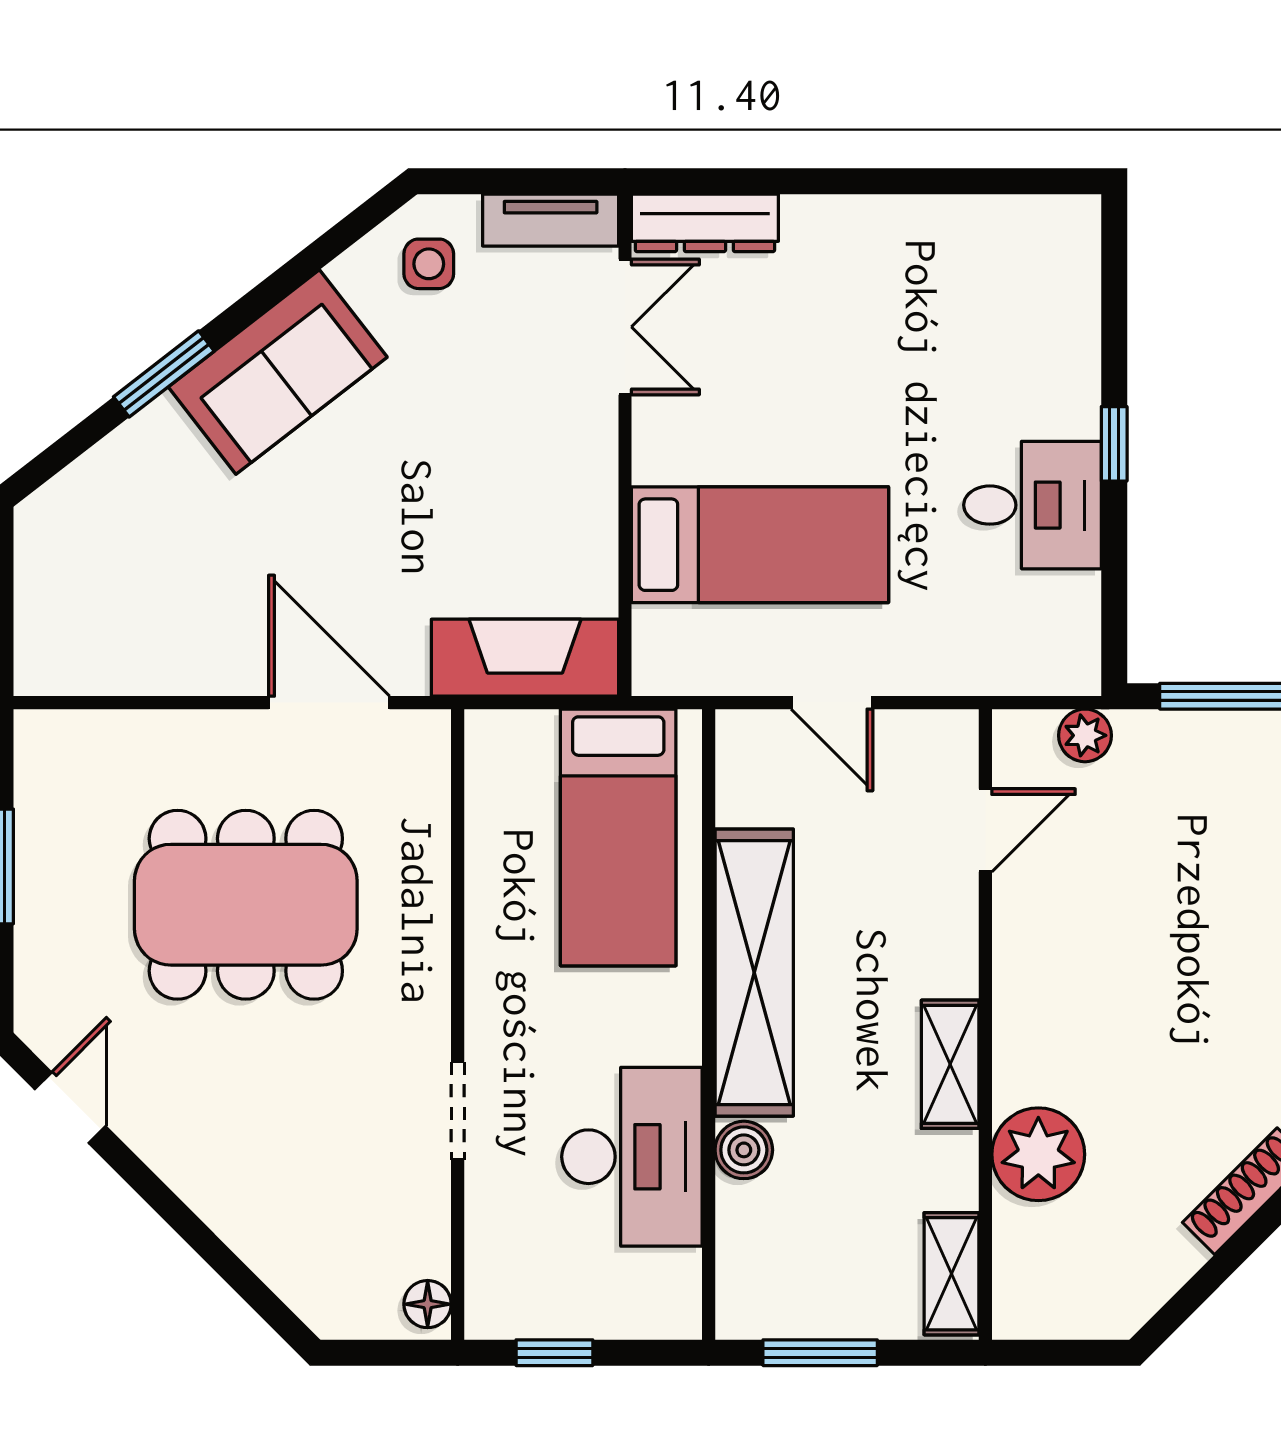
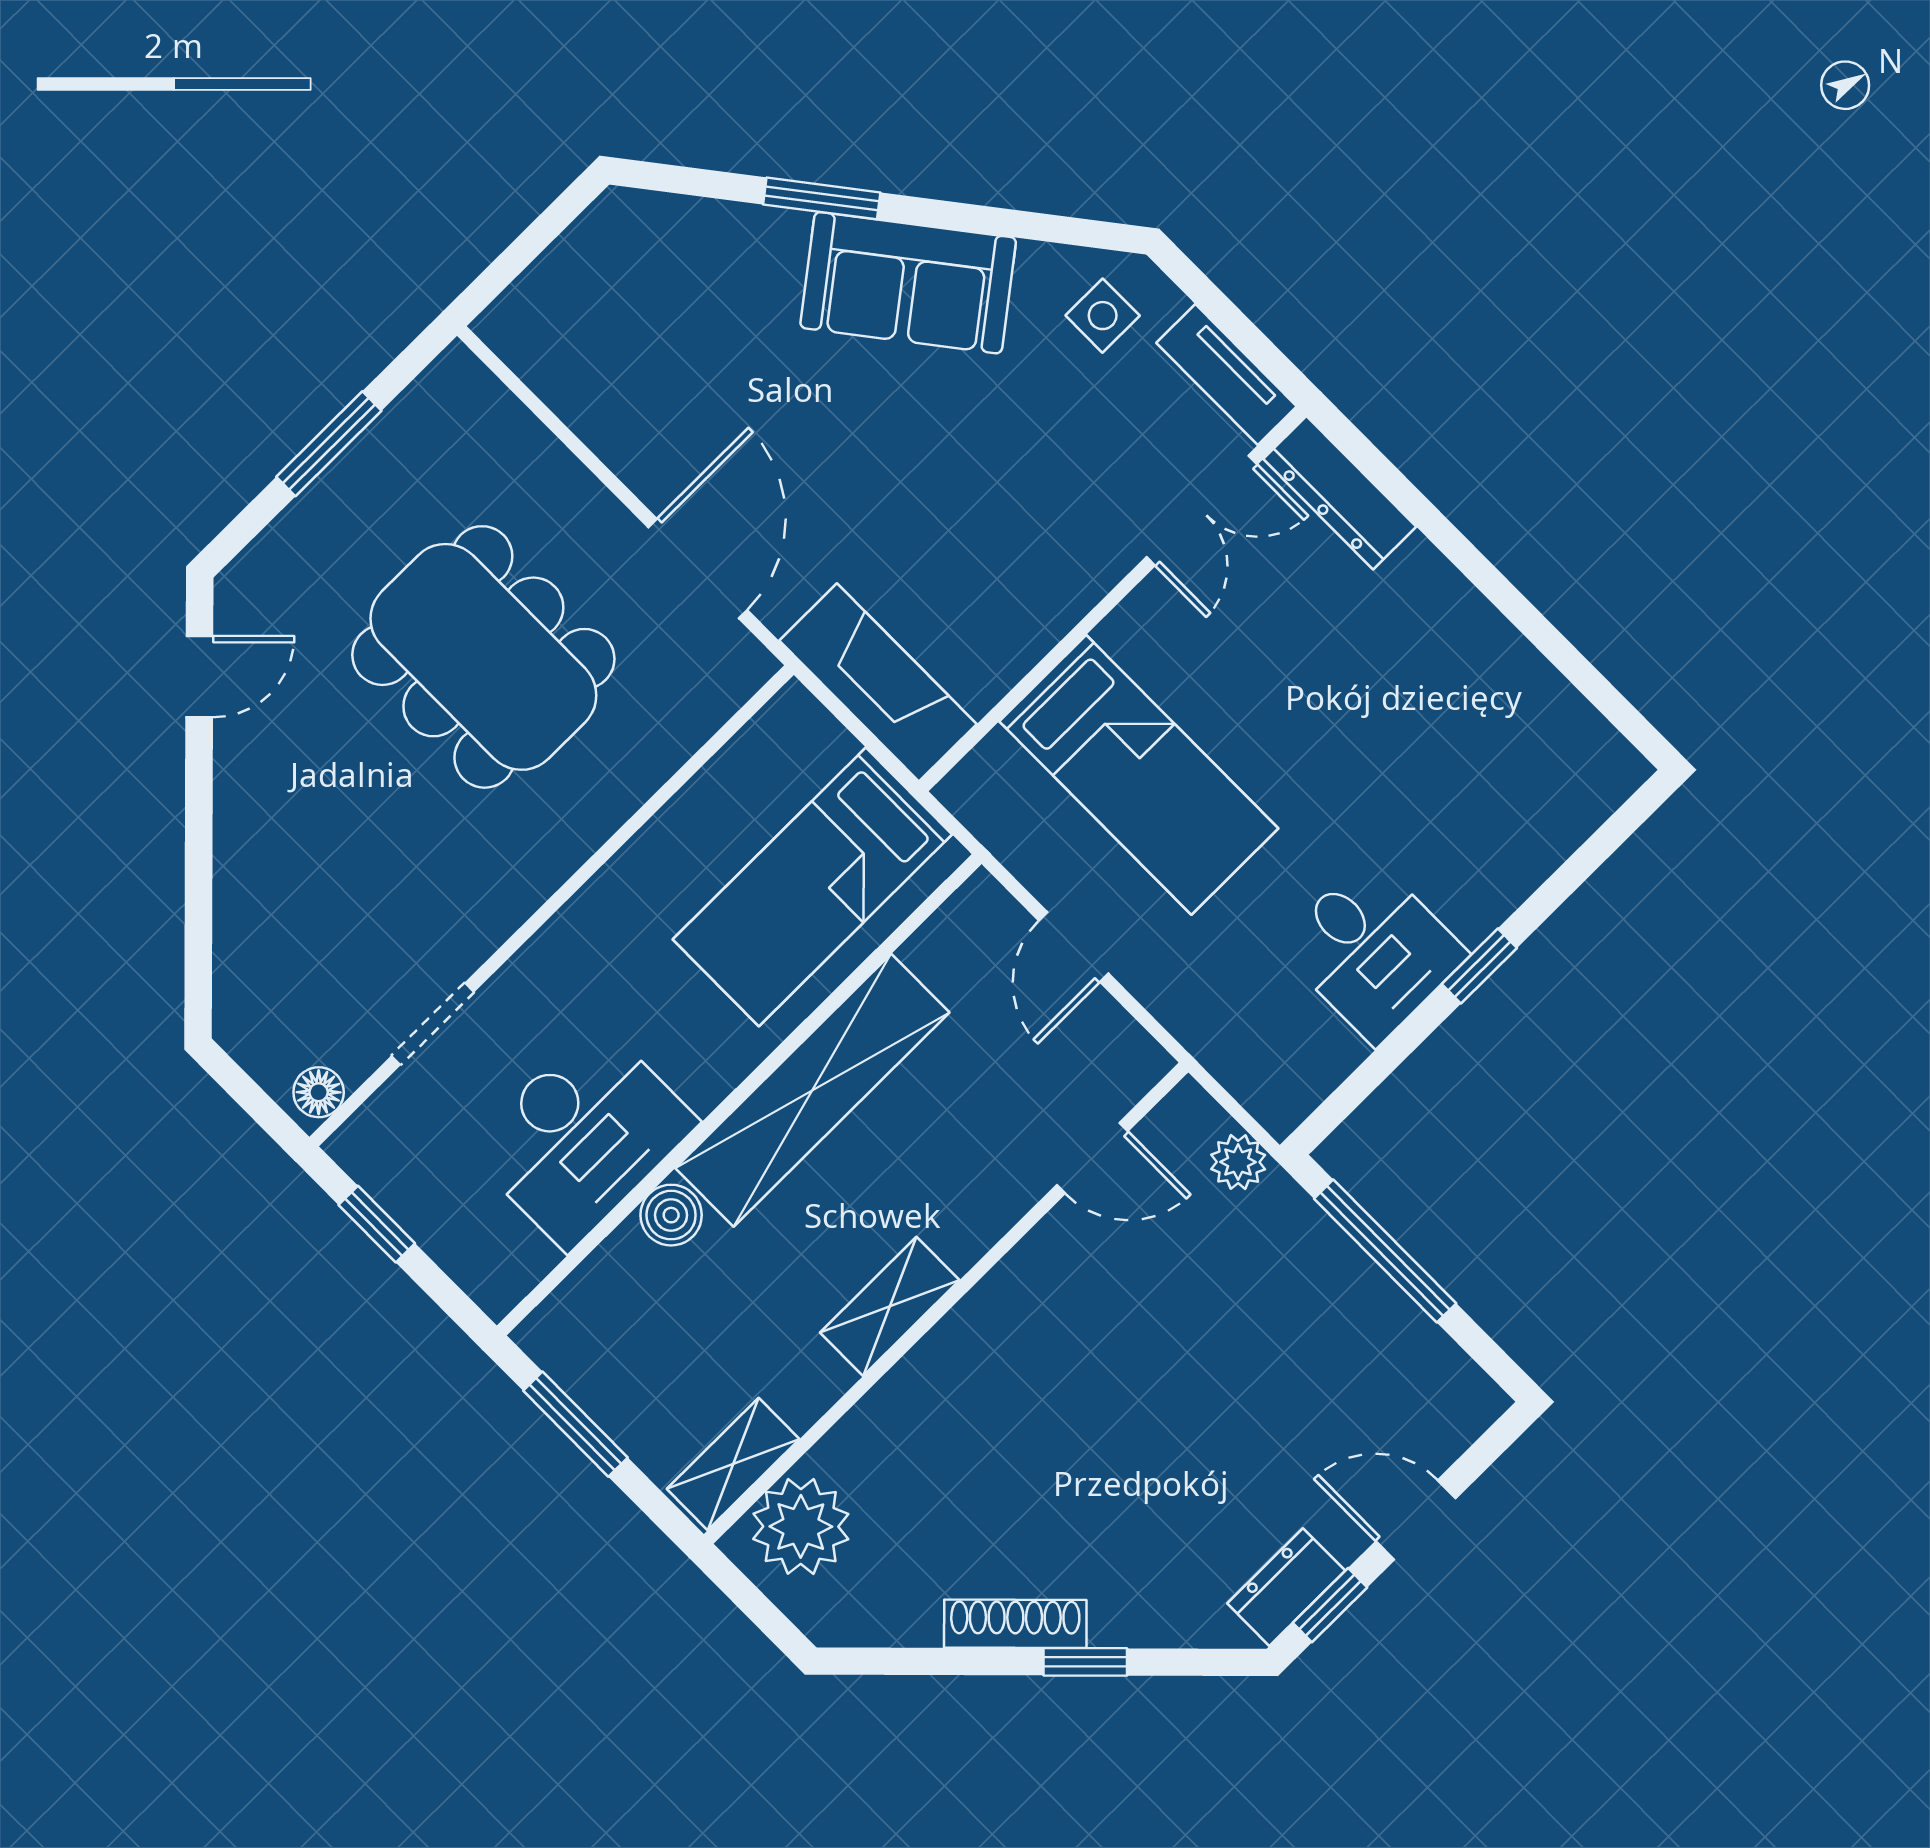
doorway: (458, 1111) -> (433, 1024), moved
plant: (1038, 1154) -> (801, 1526), moved

